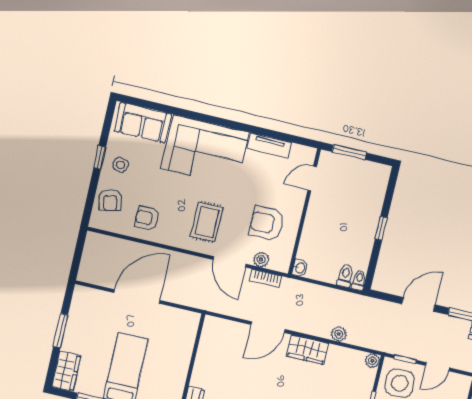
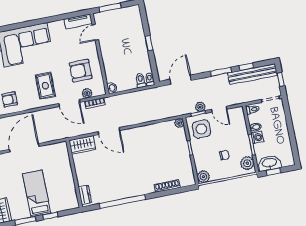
tv unit: (269, 145) -> (78, 21), moved
door: (418, 304) -> (181, 80), moved
door: (268, 327) -> (109, 131), hinge flipped
plant: (339, 334) -> (200, 107), moved
wardrobe: (308, 350) -> (82, 145), moved
door: (438, 367) -> (219, 109), hinge flipped

